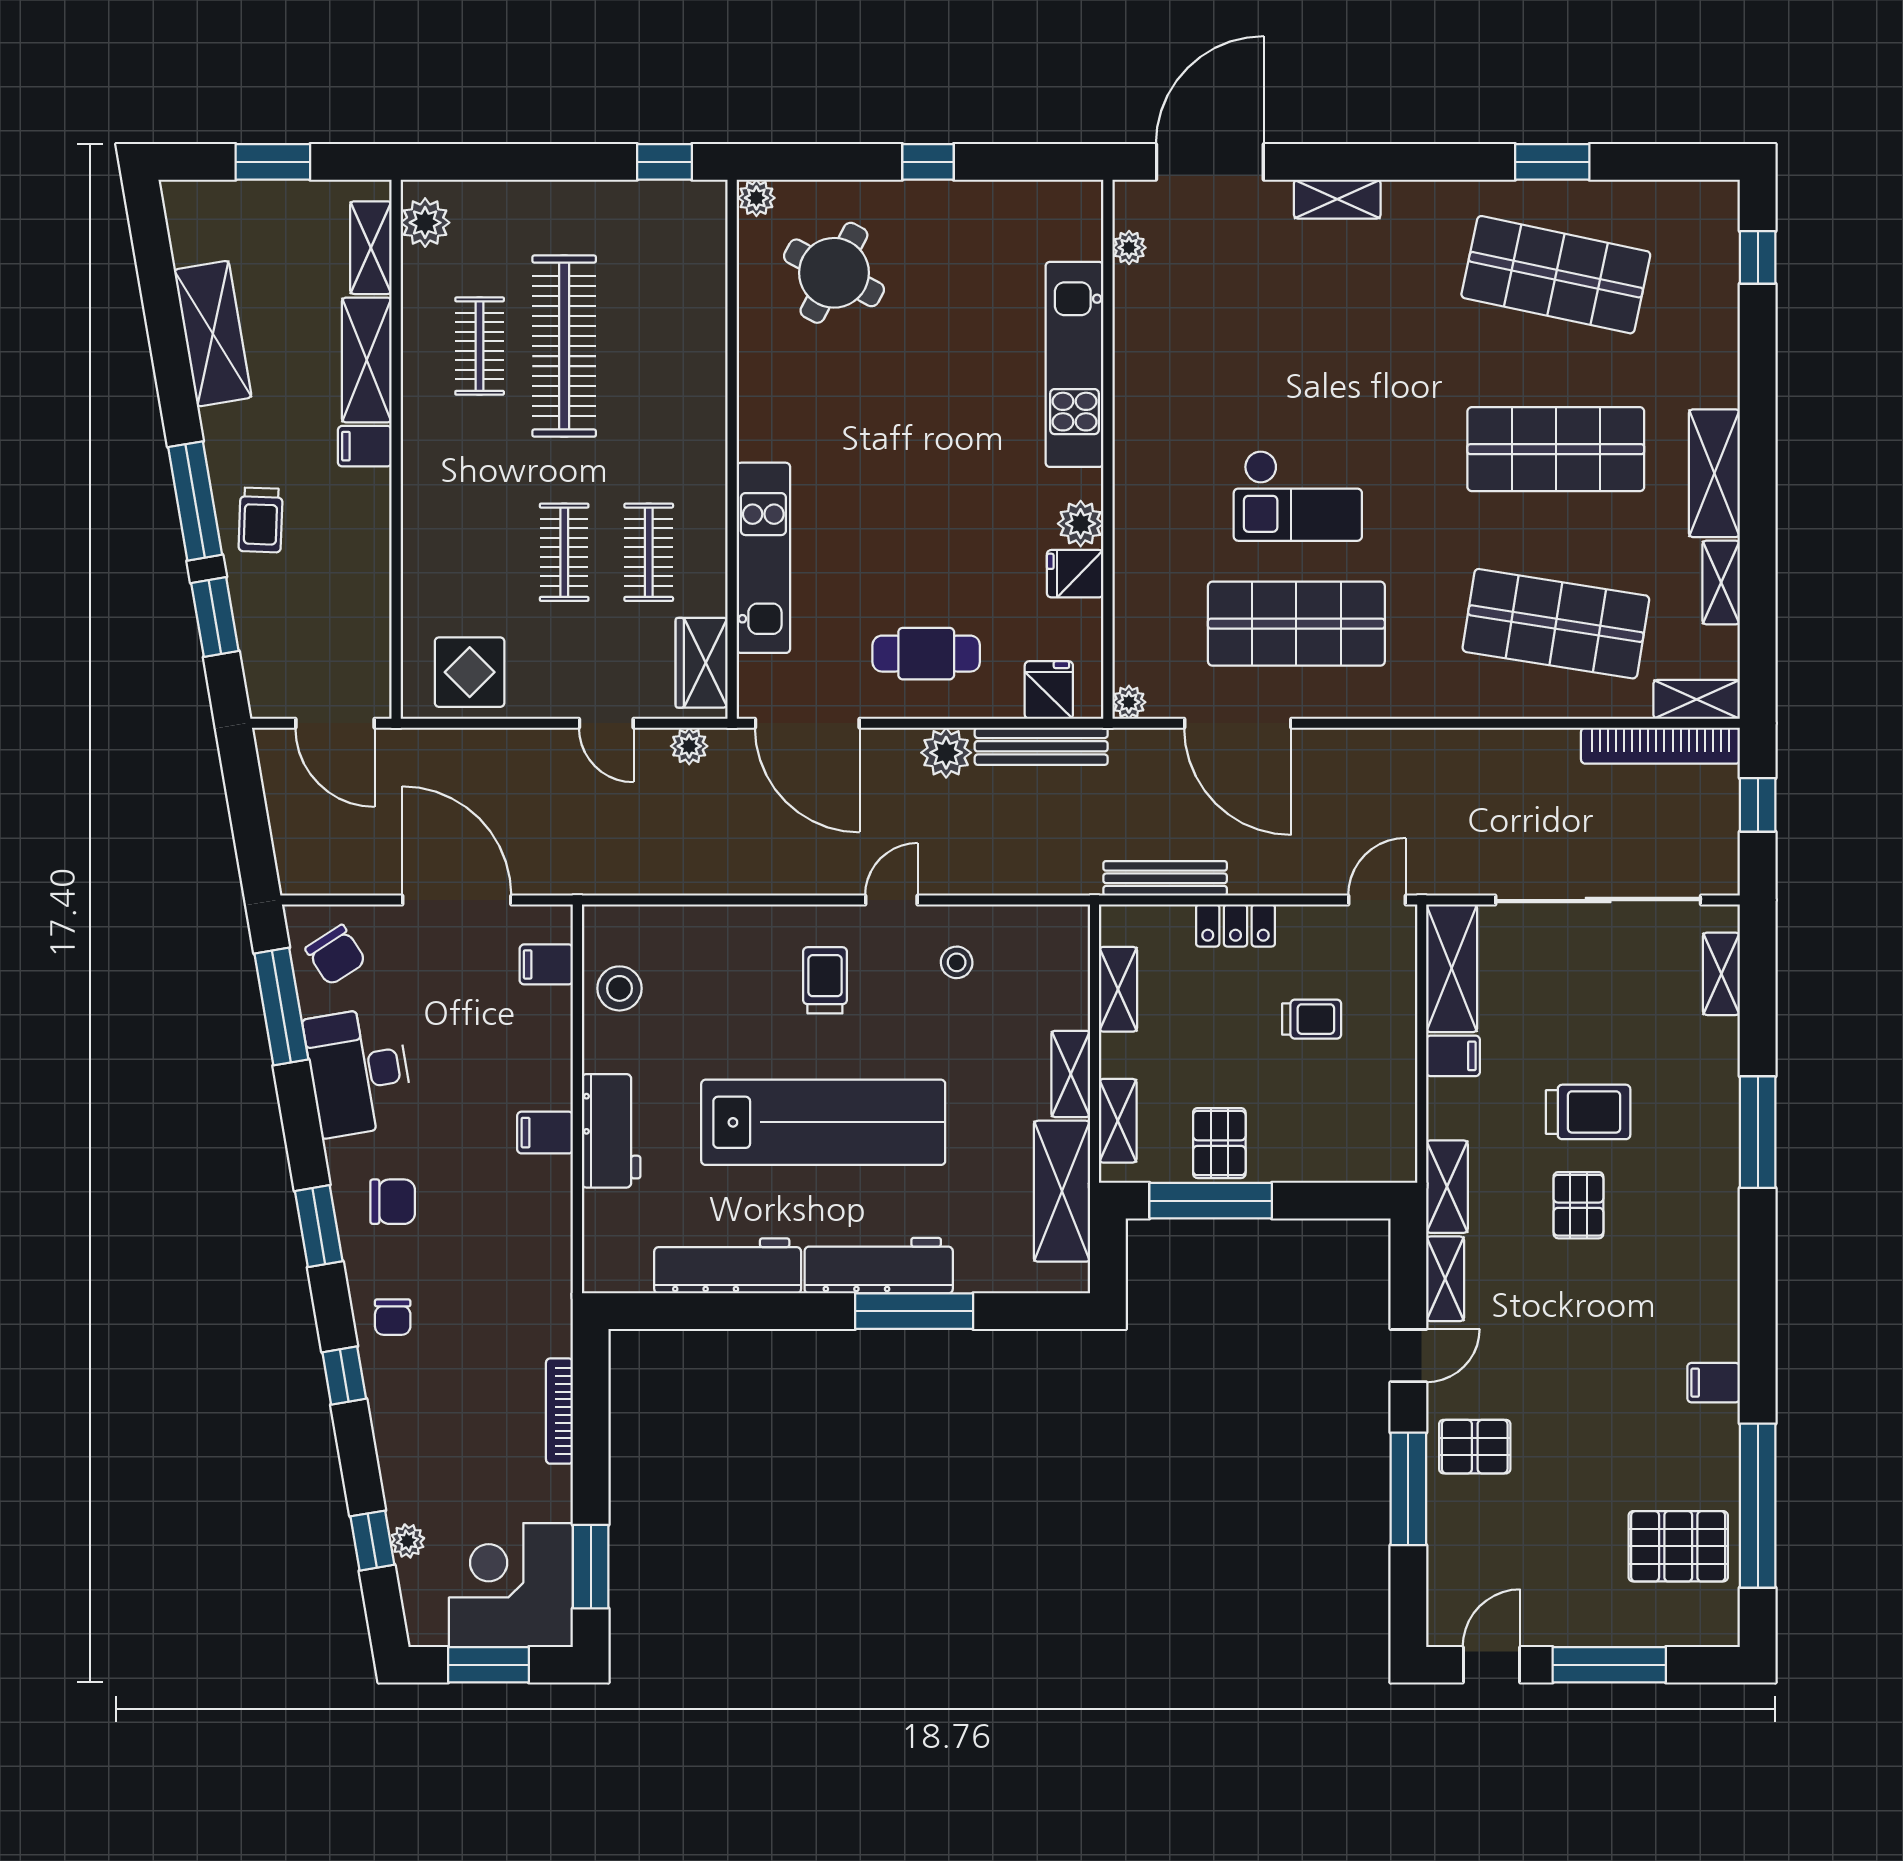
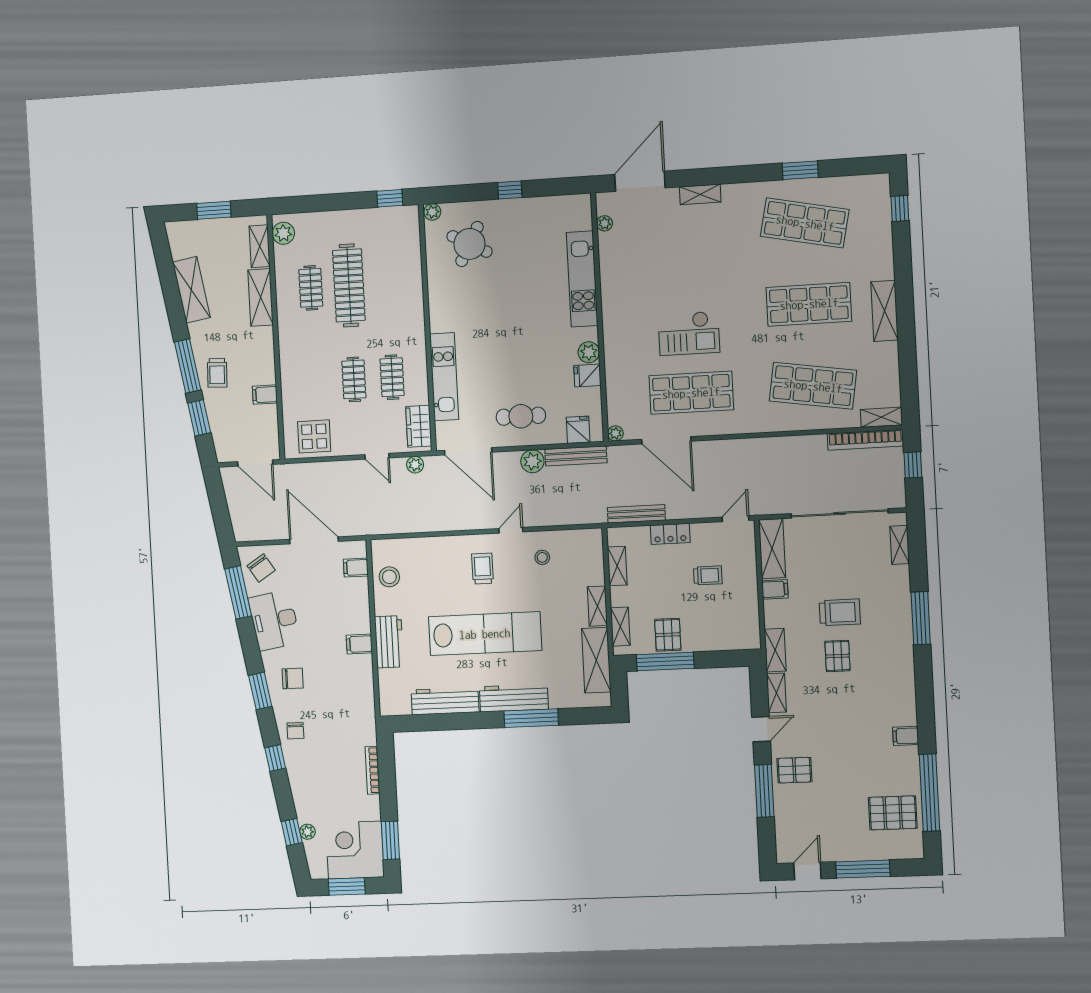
filing cabinet: (365, 446) -> (265, 395), moved
shelving: (1721, 582) -> (890, 362), removed

